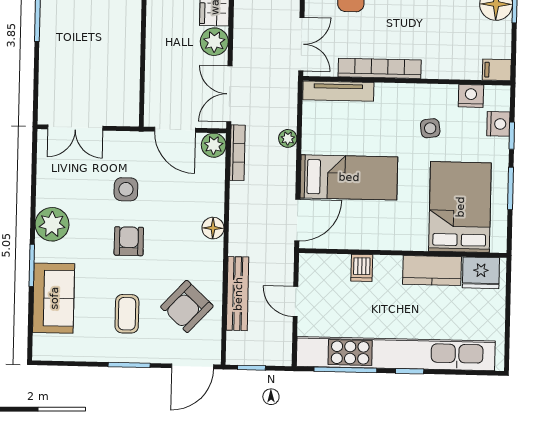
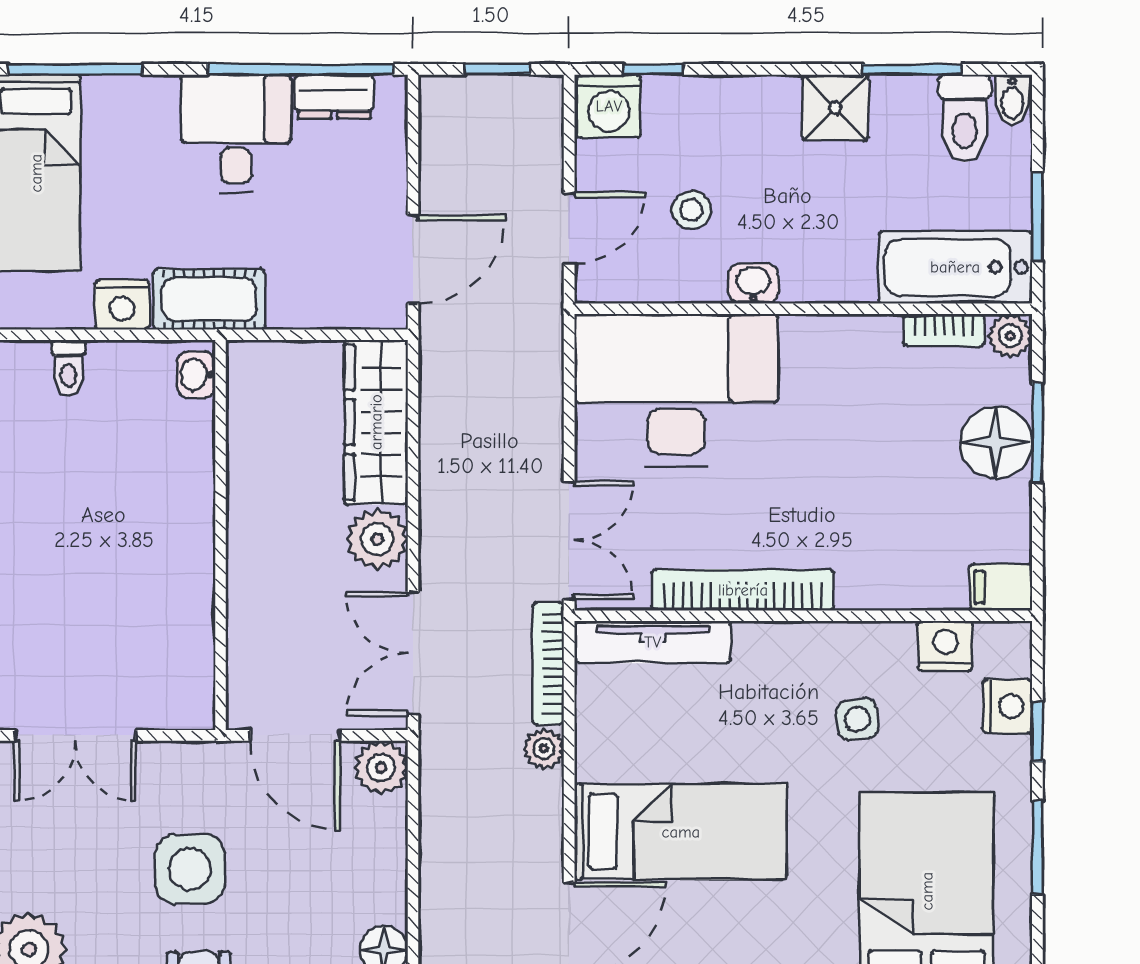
bookcase: (237, 153) -> (548, 663), moved, turned 180
side table: (126, 189) -> (190, 869), width x1.37, depth x1.37

